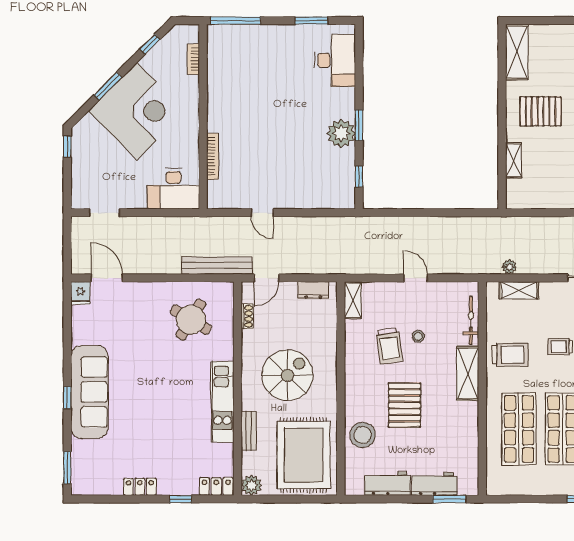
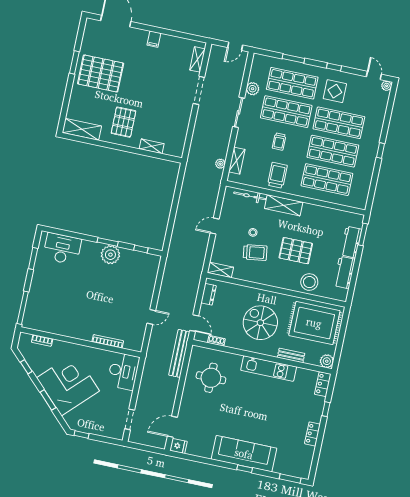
round table: (191, 320) -> (211, 378), turned -31

